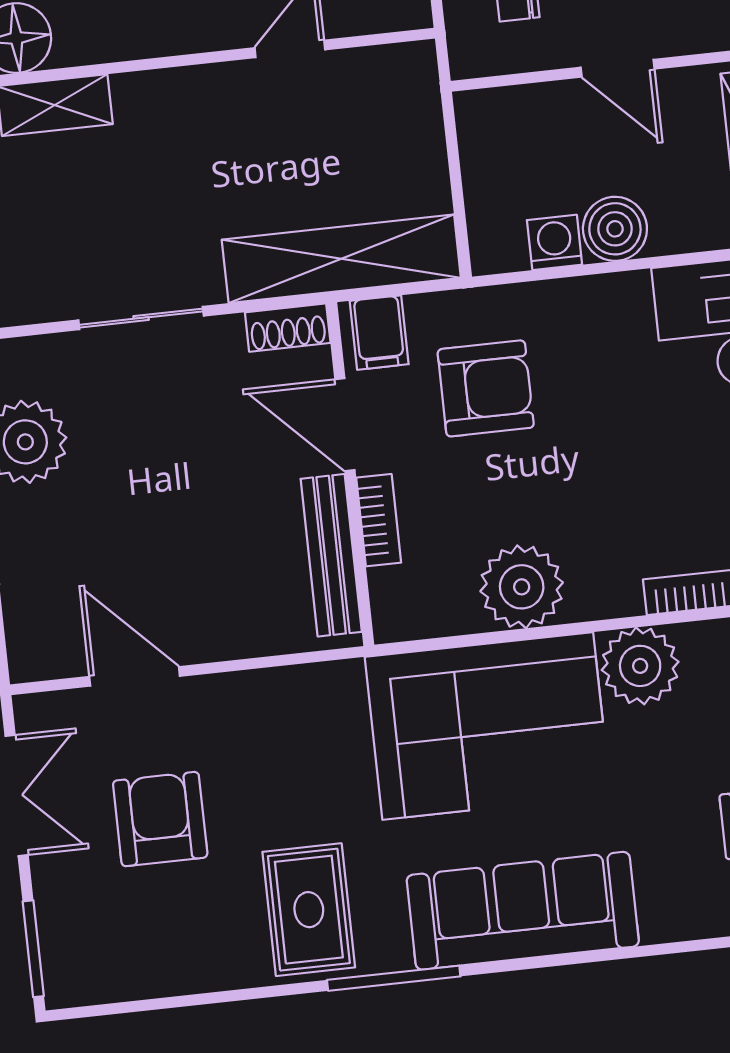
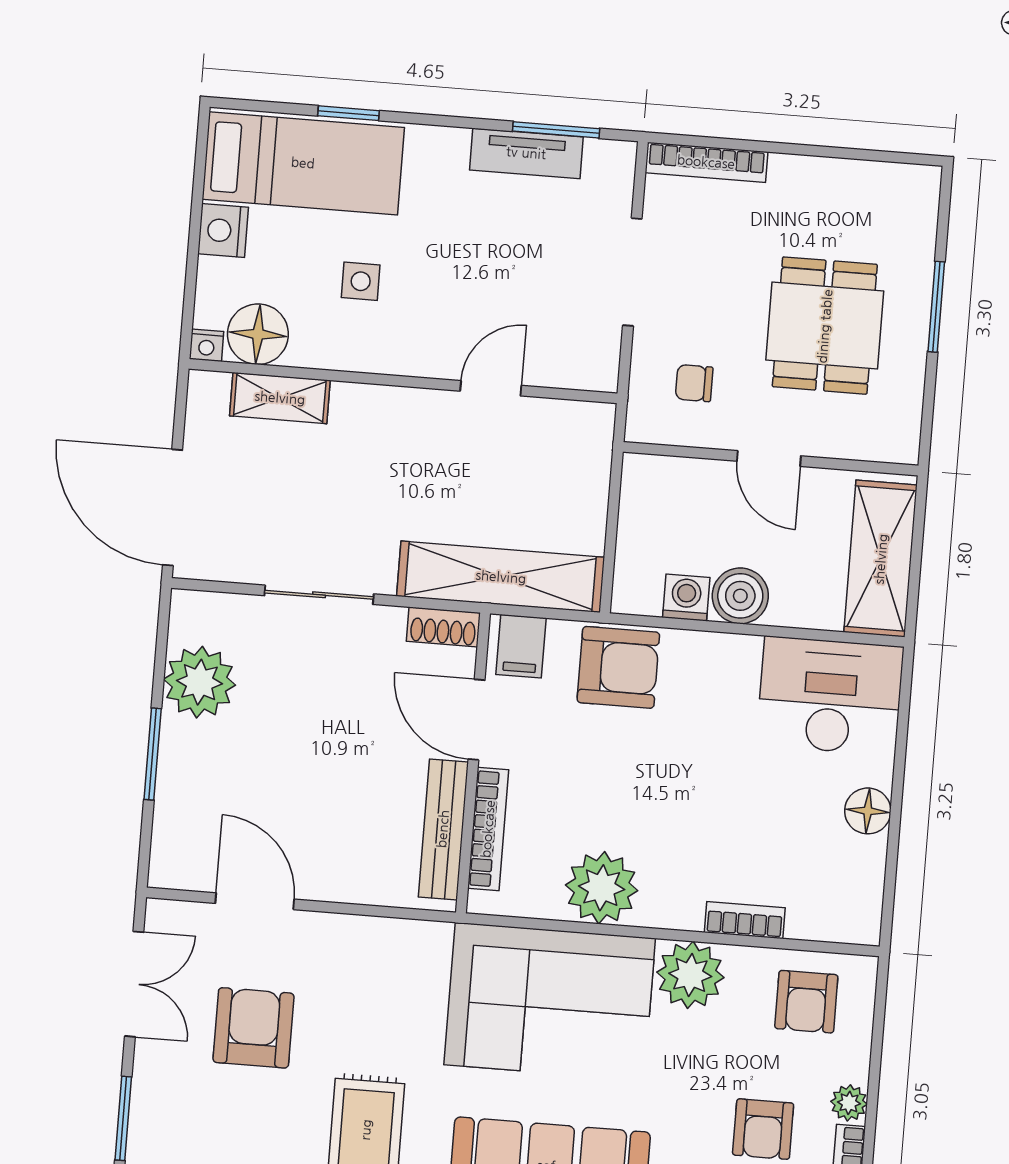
armchair: (486, 388) -> (618, 667), moved
bookcase: (379, 520) -> (488, 829), width x1.56

